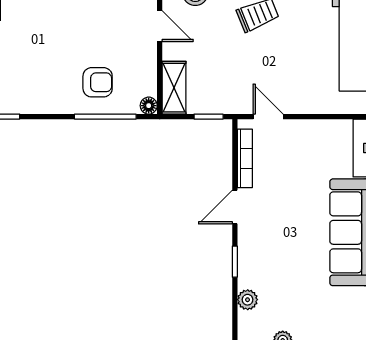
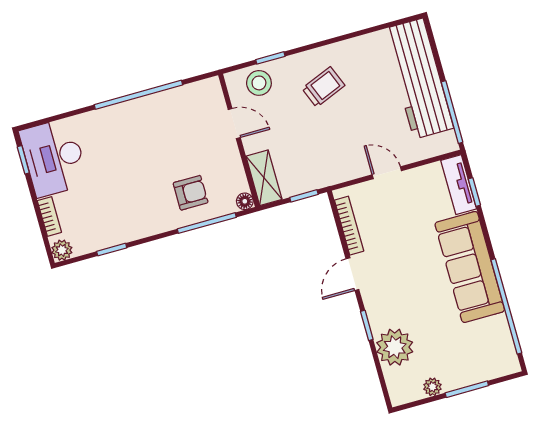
door: (268, 117) -> (387, 173), moved
plant: (248, 300) -> (395, 347), width x1.88, depth x1.88

